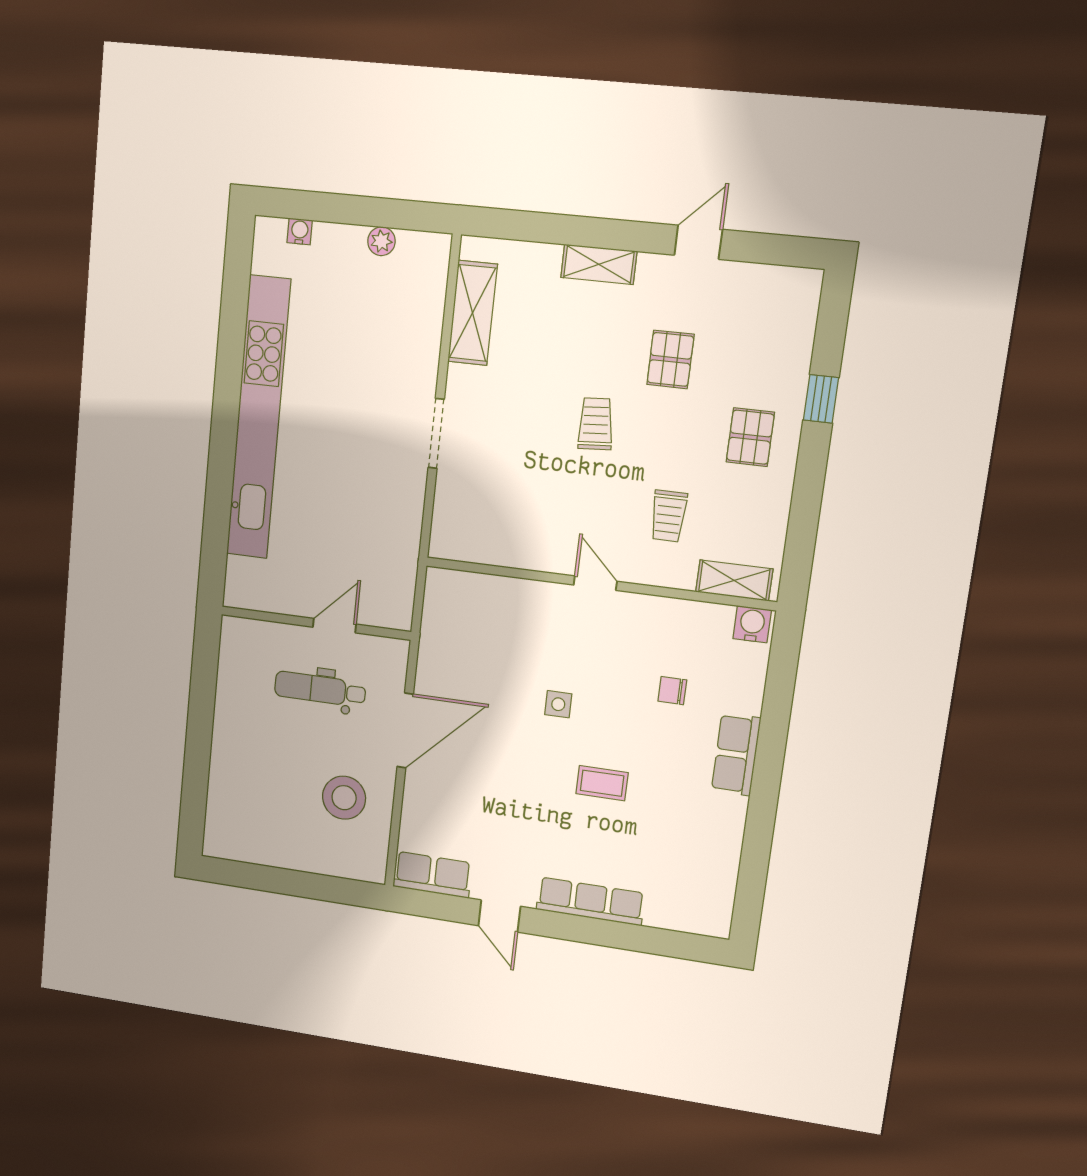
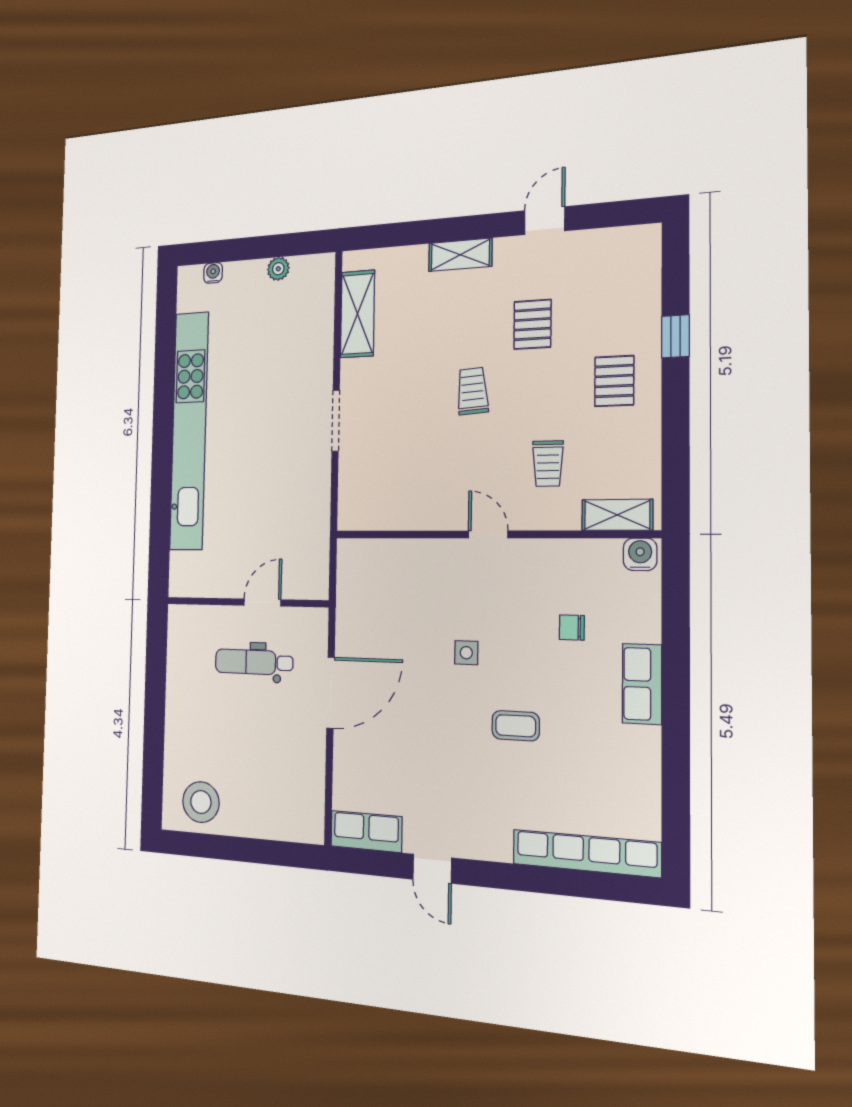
stool: (344, 798) -> (201, 802), moved
row of seats: (590, 901) -> (586, 853), moved, width x1.36

